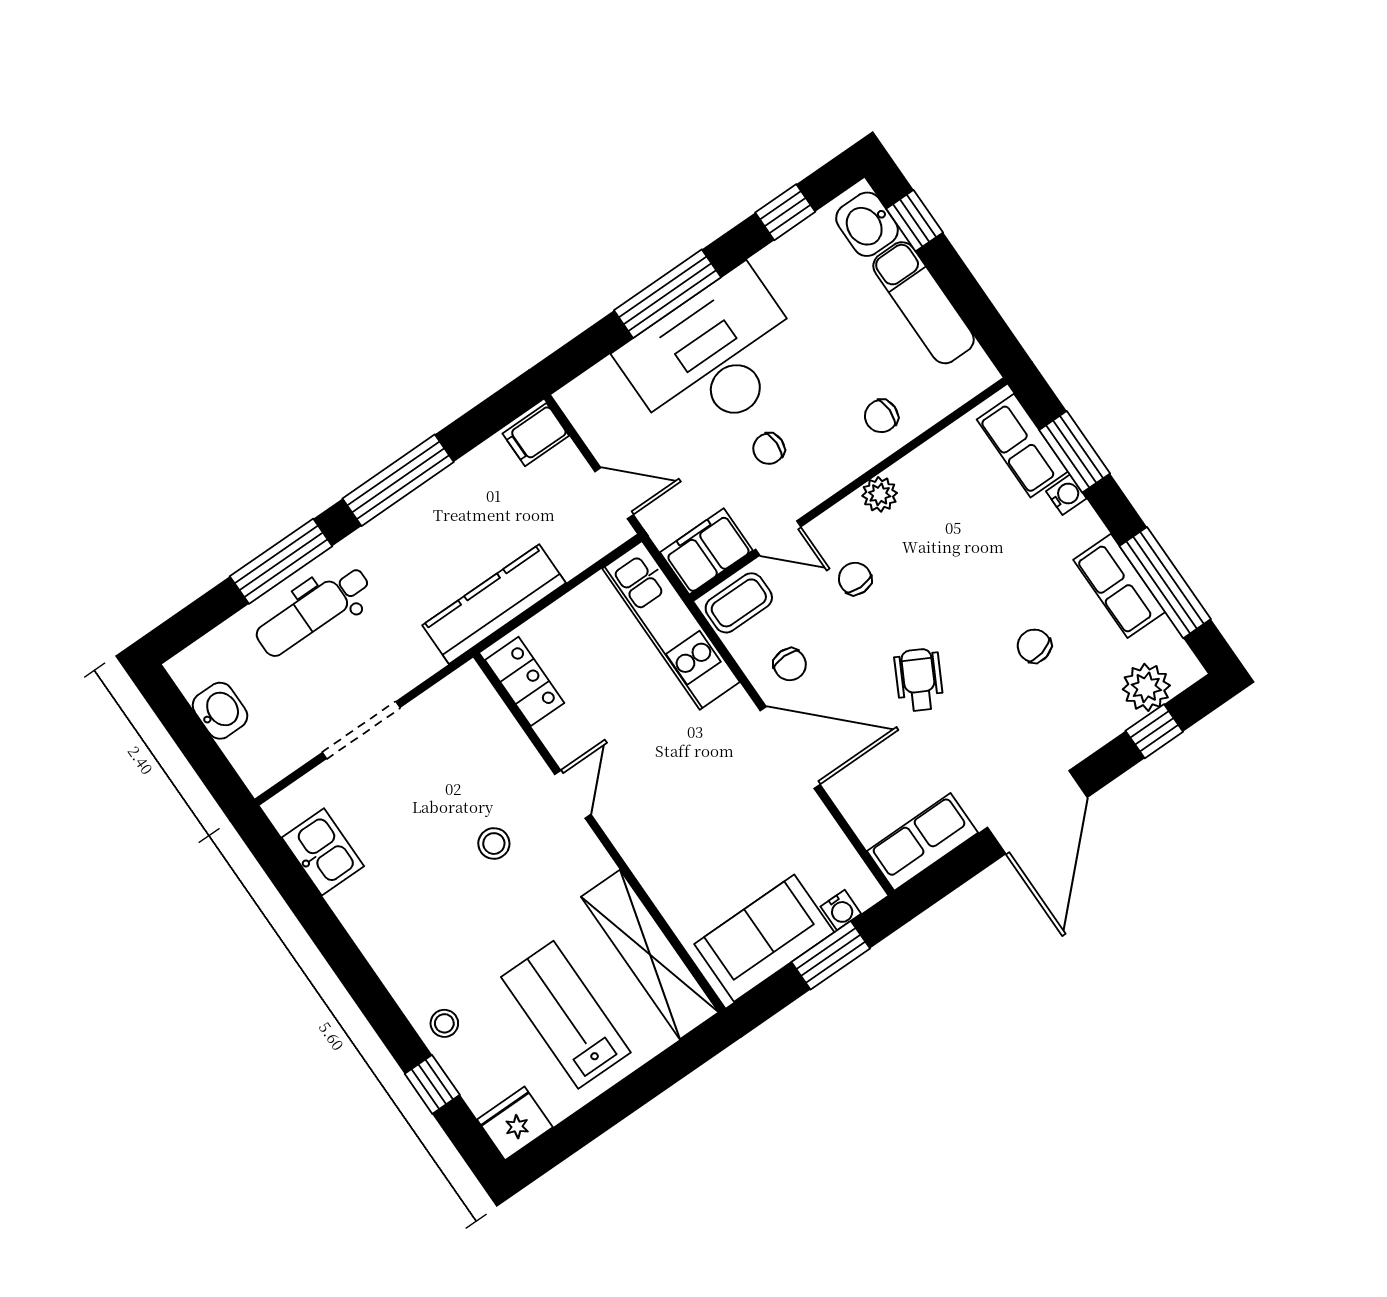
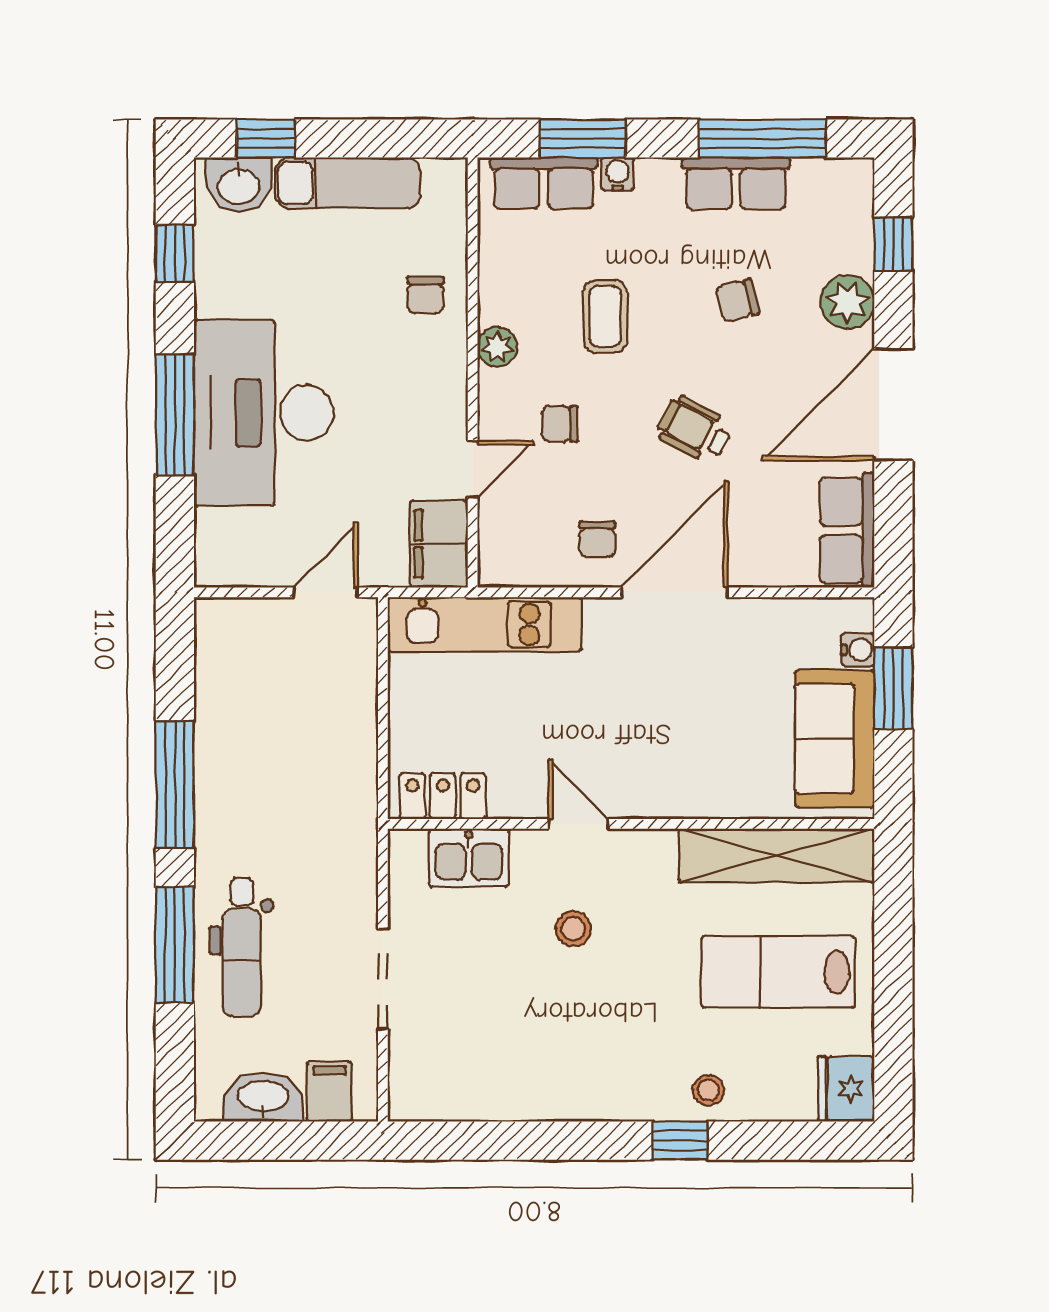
filing cabinet: (536, 435) -> (329, 1092), moved, turned 180
chair: (769, 449) -> (384, 420), removed
coffee table: (739, 603) -> (605, 316), moved
kitchen counter: (494, 604) -> (351, 775), removed
chair: (790, 664) -> (597, 539), turned 90
plant: (1146, 687) -> (848, 302), moved
washbasin: (220, 711) -> (263, 1097), width x1.38
door: (1037, 812) -> (893, 405), swing flipped
kitchen sink: (323, 852) -> (469, 858), moved, turned 180
window: (432, 1084) -> (680, 1141), moved

